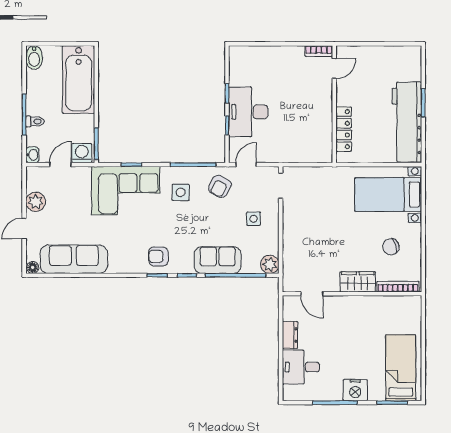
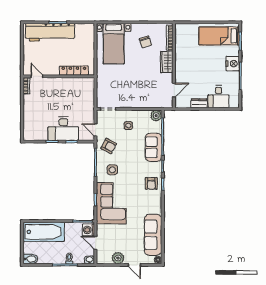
workbench: (407, 122) -> (50, 32), moved

